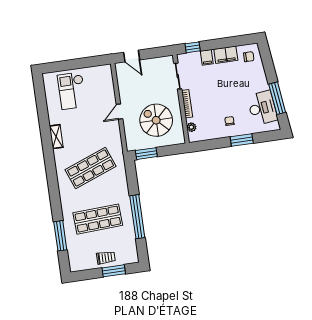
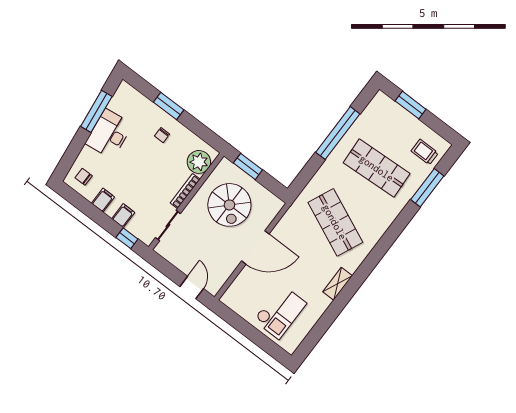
filing cabinet: (226, 55) -> (103, 200), width x0.50
desk: (262, 108) -> (109, 134), moved
door: (119, 112) -> (255, 247), width x1.88
plant: (191, 127) -> (199, 162), width x1.88, depth x1.88
window: (146, 154) -> (248, 166), moved
shop shelf: (91, 168) -> (335, 222), turned 45
trolley: (106, 258) -> (425, 152), moved

